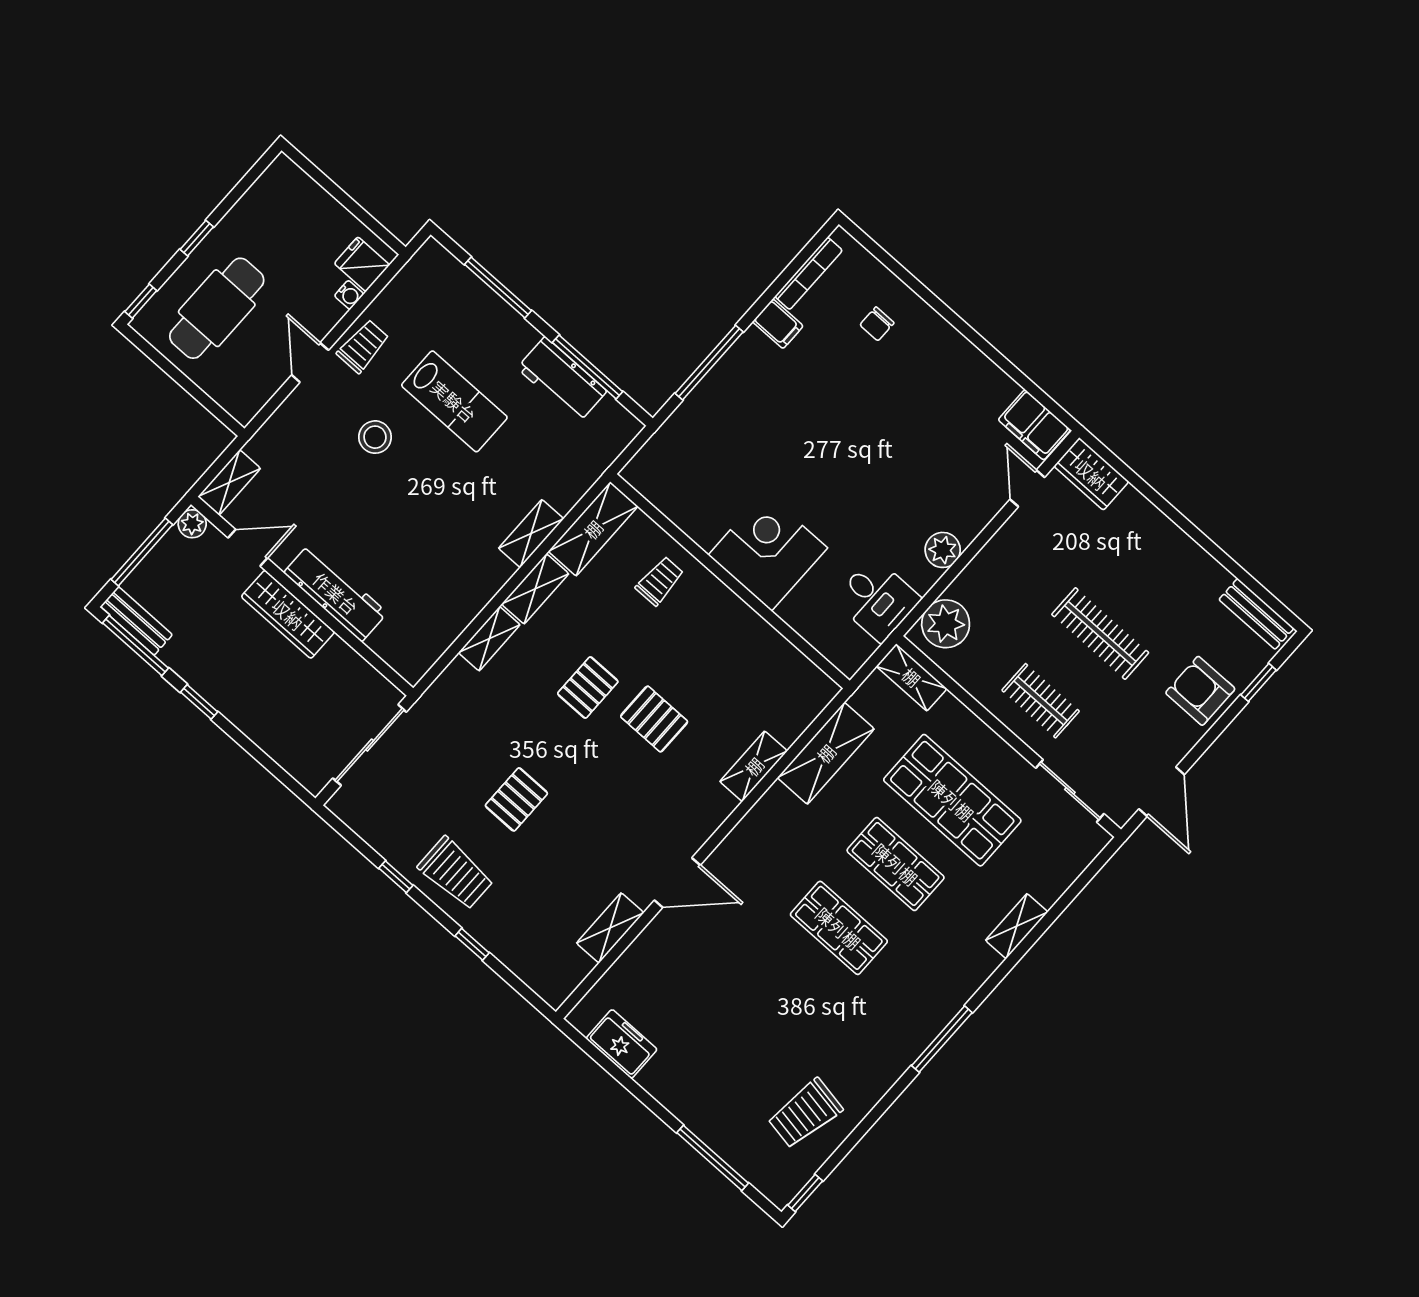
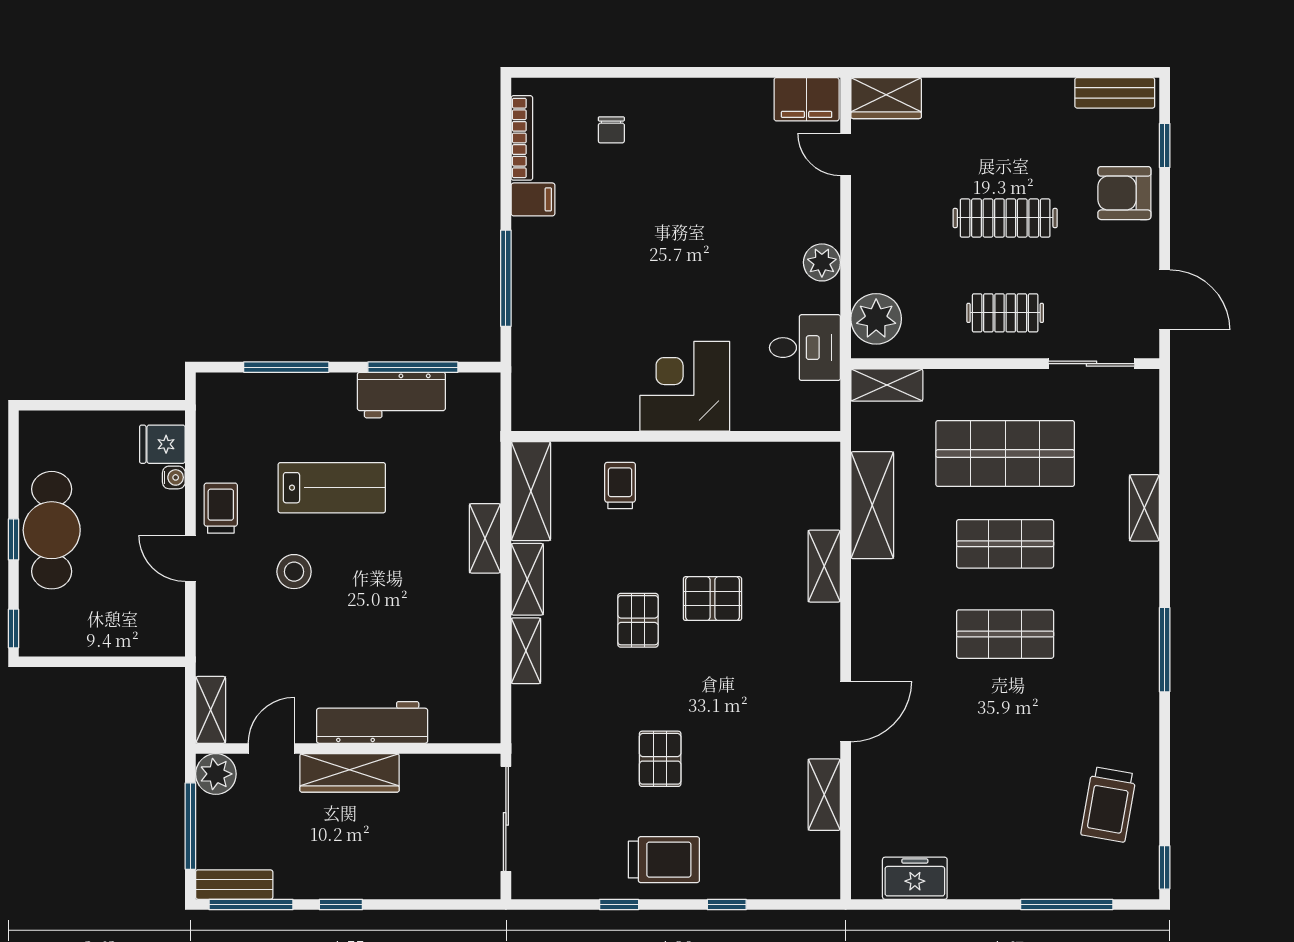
cafe table: (217, 308) -> (52, 530), moved
plant: (192, 524) -> (216, 774), width x1.38, depth x1.38

